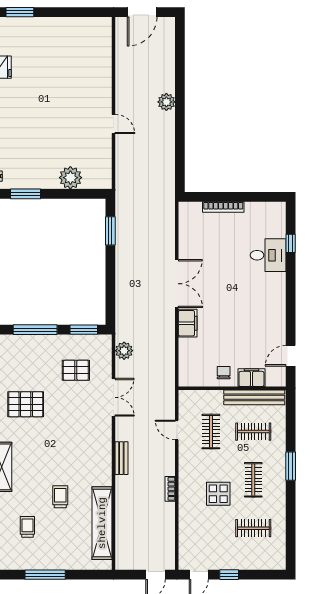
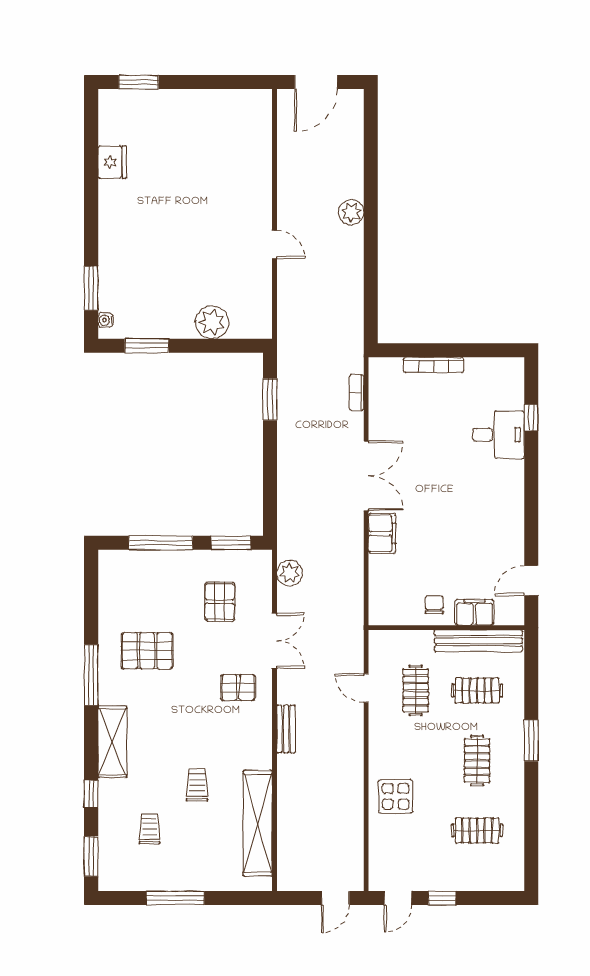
pallet: (76, 370) -> (220, 602), turned 90
pallet: (88, 430) -> (238, 687), added
bookcase: (170, 489) -> (357, 393), moved
display table: (218, 494) -> (396, 796), moved

